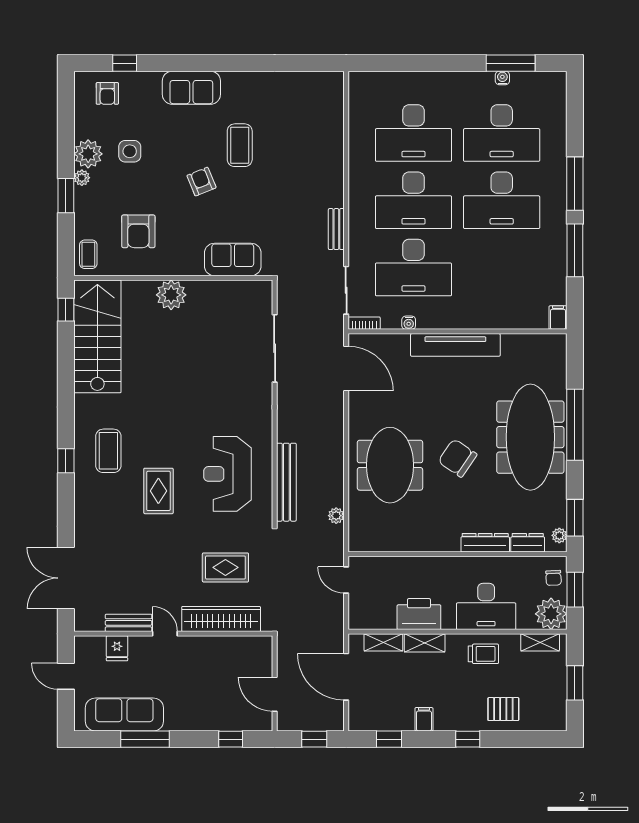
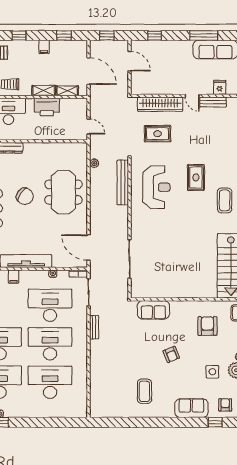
sofa: (191, 88) -> (191, 408), moved
coffee table: (240, 145) -> (144, 391), moved
plant: (171, 295) -> (189, 290), removed
filing cabinet: (477, 318) -> (14, 277), added

